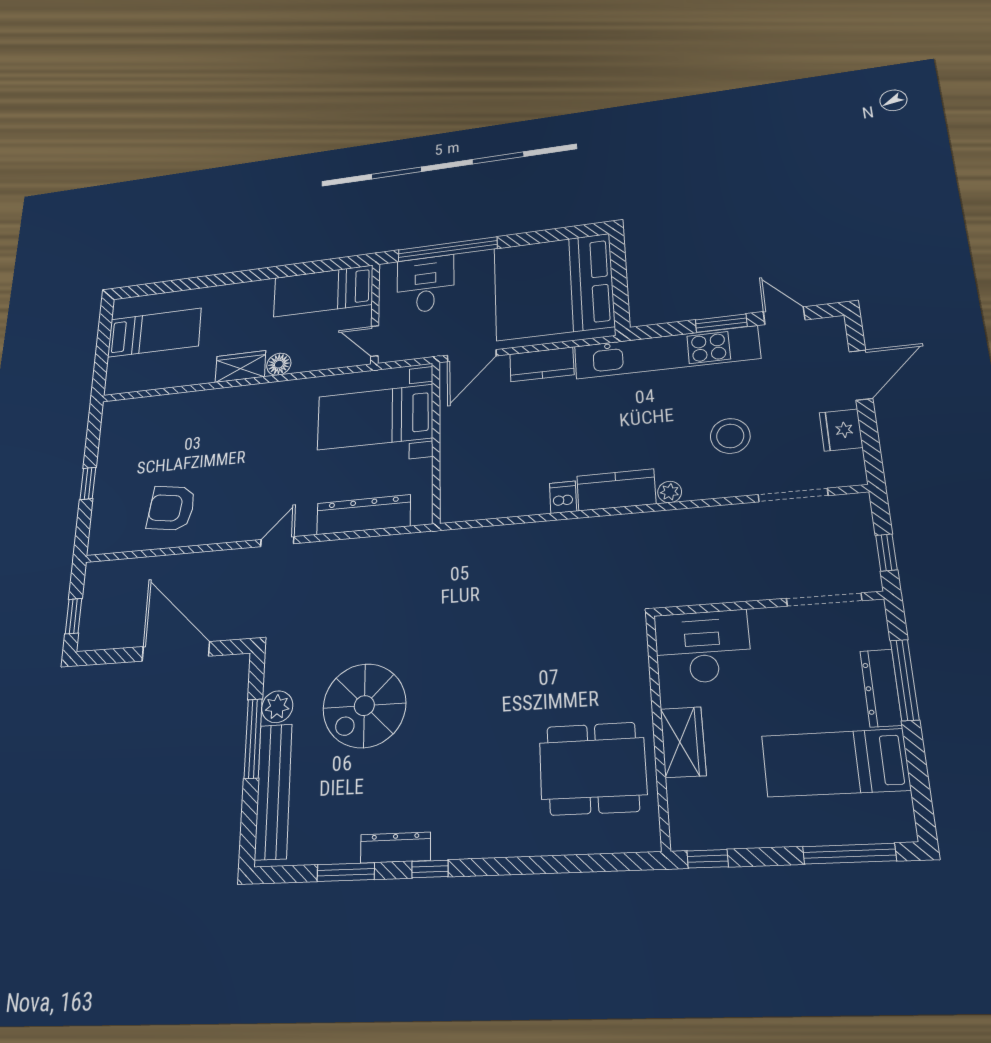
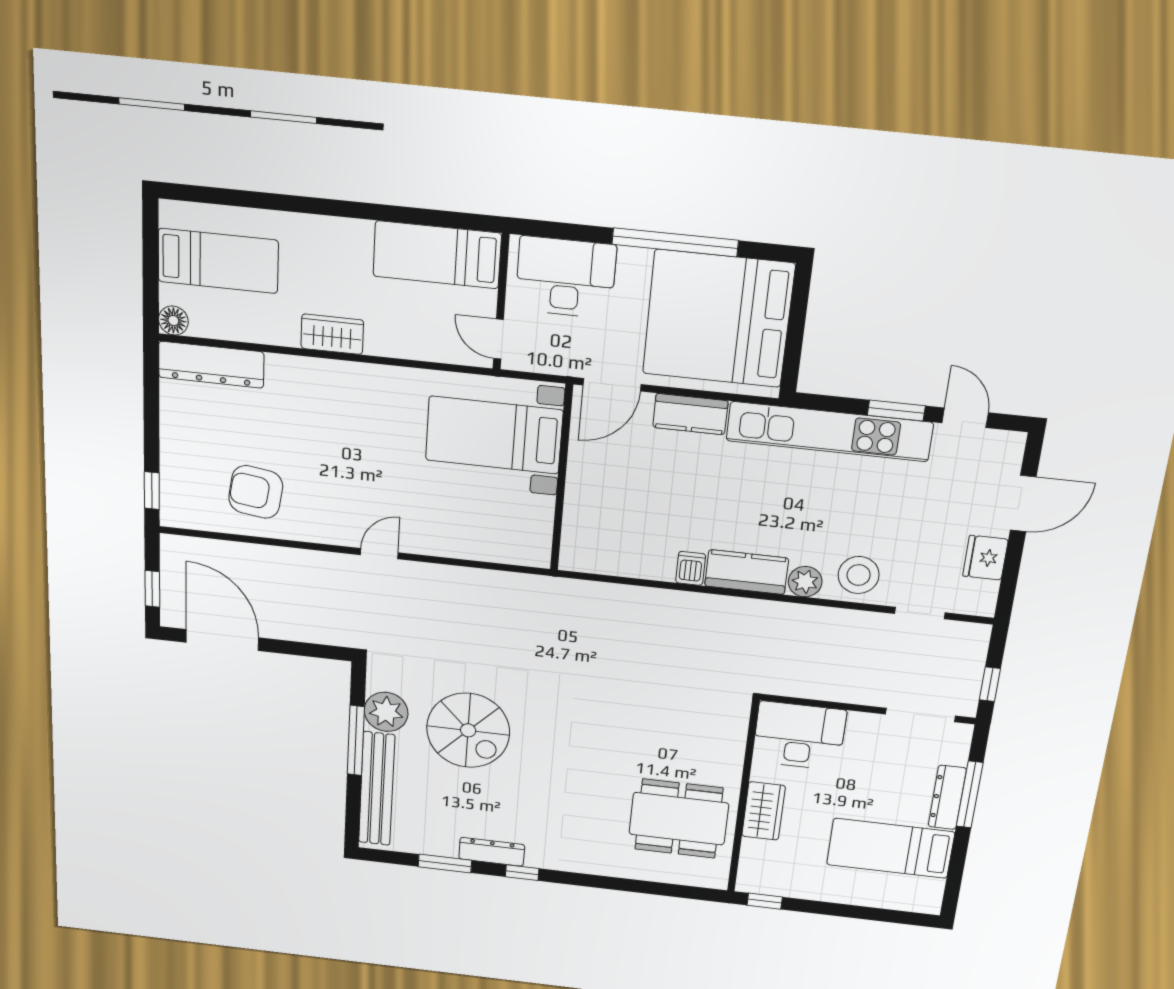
window: (447, 249) -> (675, 242), moved
desk: (425, 284) -> (566, 277), width x1.37
floor lamp: (279, 364) -> (173, 321), moved
stool: (730, 436) -> (859, 575), moved
window: (88, 483) -> (152, 491), moved
plant: (670, 492) -> (805, 582), width x1.38, depth x1.38
doorway: (793, 495) -> (920, 613), width x0.73
dresser: (363, 515) -> (211, 365), moved, turned 180
door: (176, 651) -> (222, 640), moved
spiral stairs: (364, 706) -> (468, 730), turned -90
plant: (277, 707) -> (386, 712), width x1.36, depth x1.36
window: (849, 854) -> (882, 915), removed

